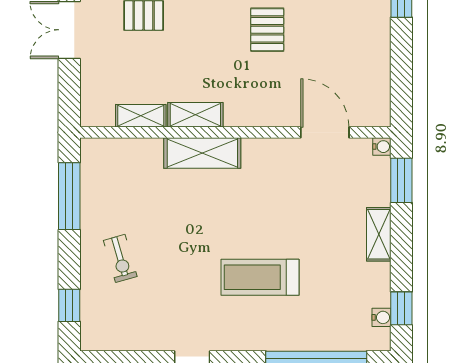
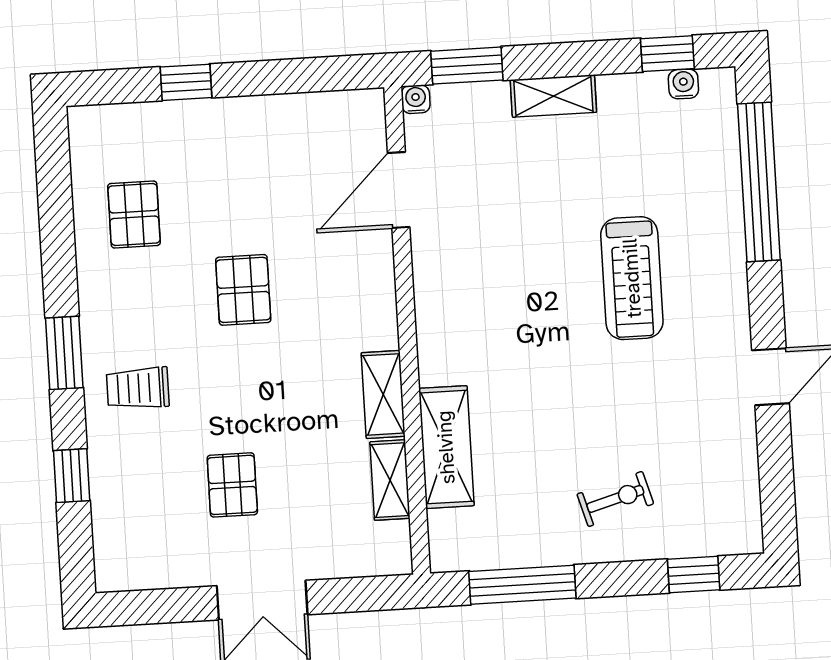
pallet: (267, 30) -> (243, 290), turned 90
shelving: (202, 153) -> (446, 447), moved

